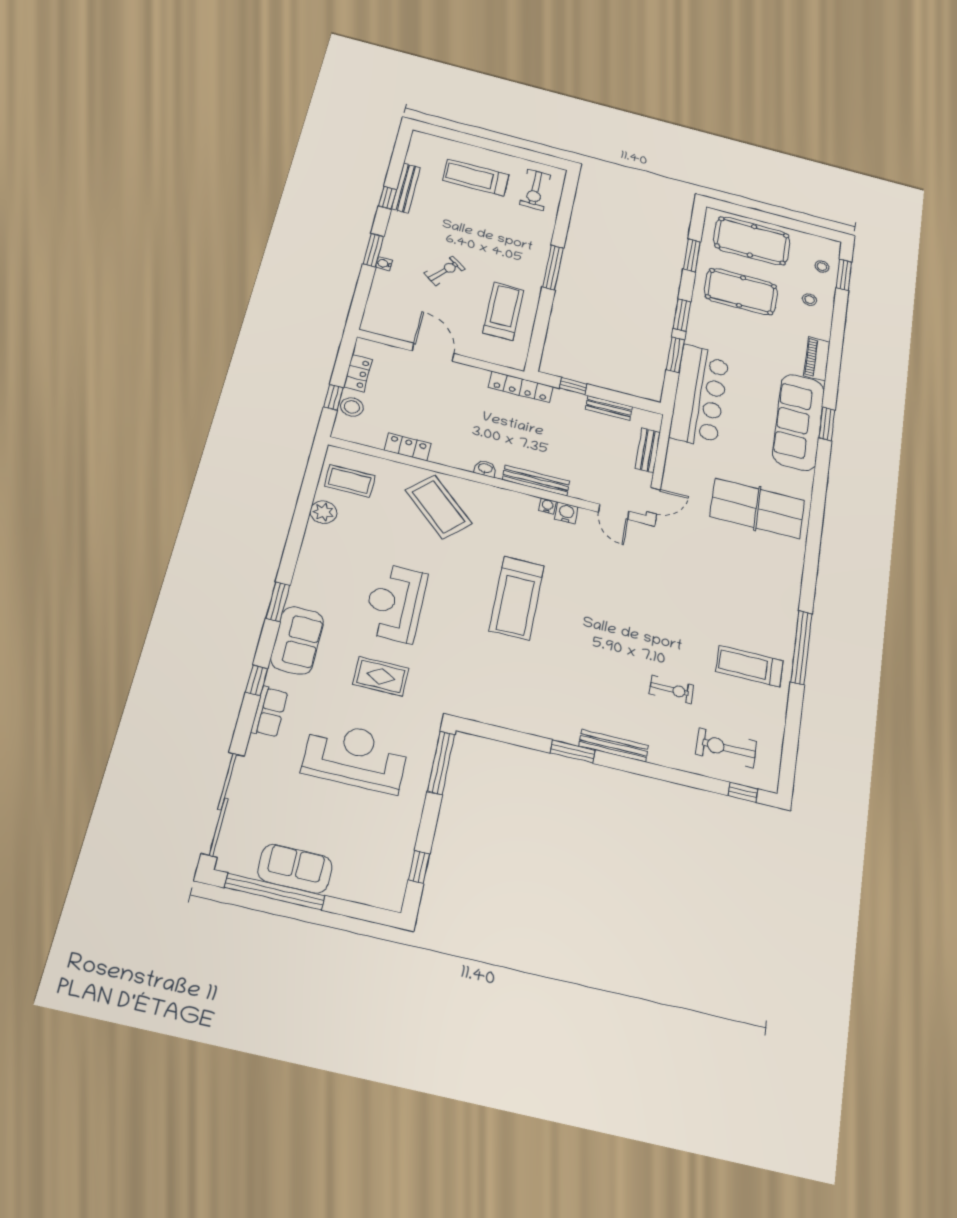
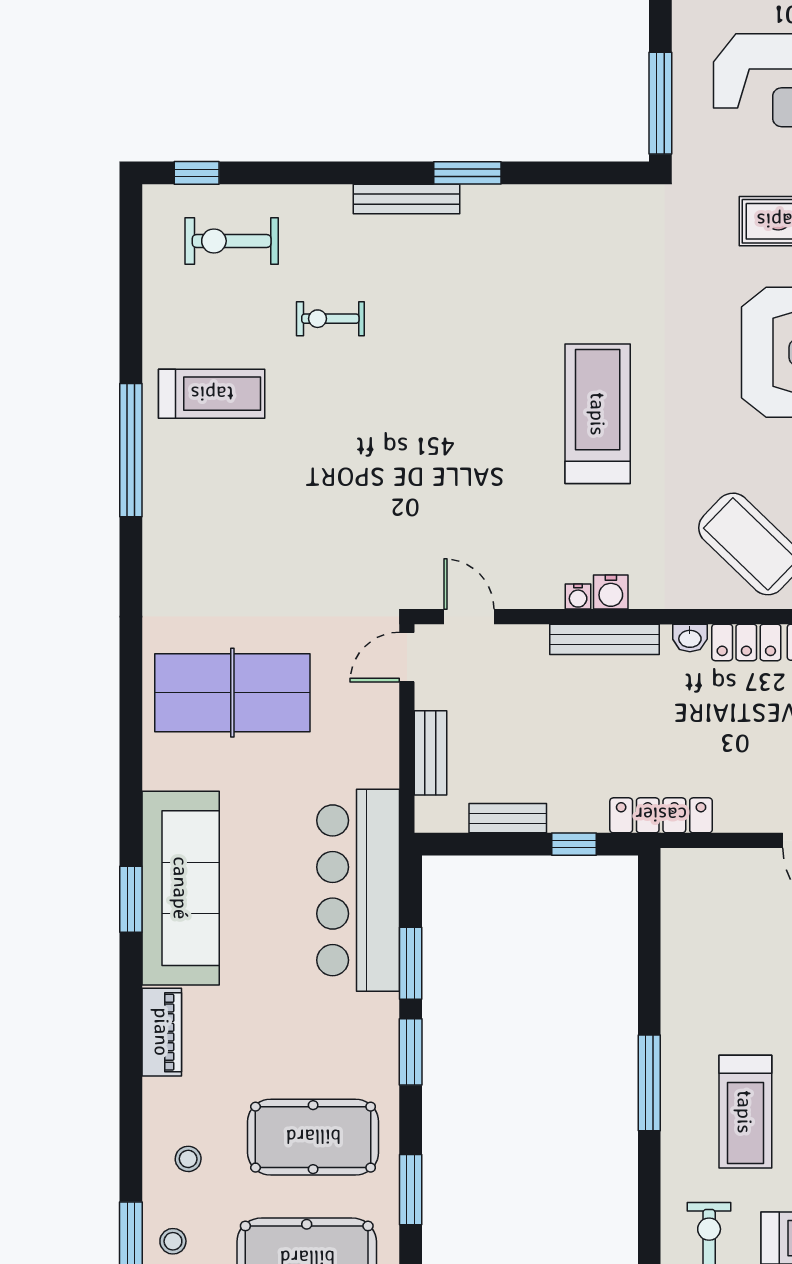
treadmill: (503, 311) -> (745, 1112), moved
locker: (452, 458) -> (746, 642), added
water cooler: (566, 513) -> (611, 592), moved
exercise bike: (726, 748) -> (232, 241), turned 180

